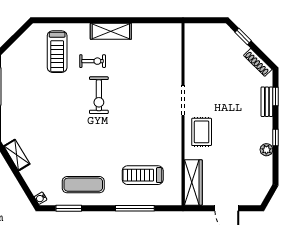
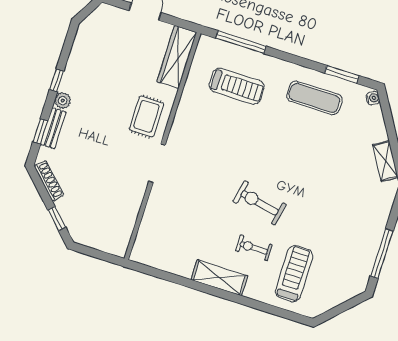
exercise bike: (99, 95) -> (260, 203), turned -78
plant: (266, 150) -> (63, 101), moved
window: (135, 208) -> (241, 42), moved

